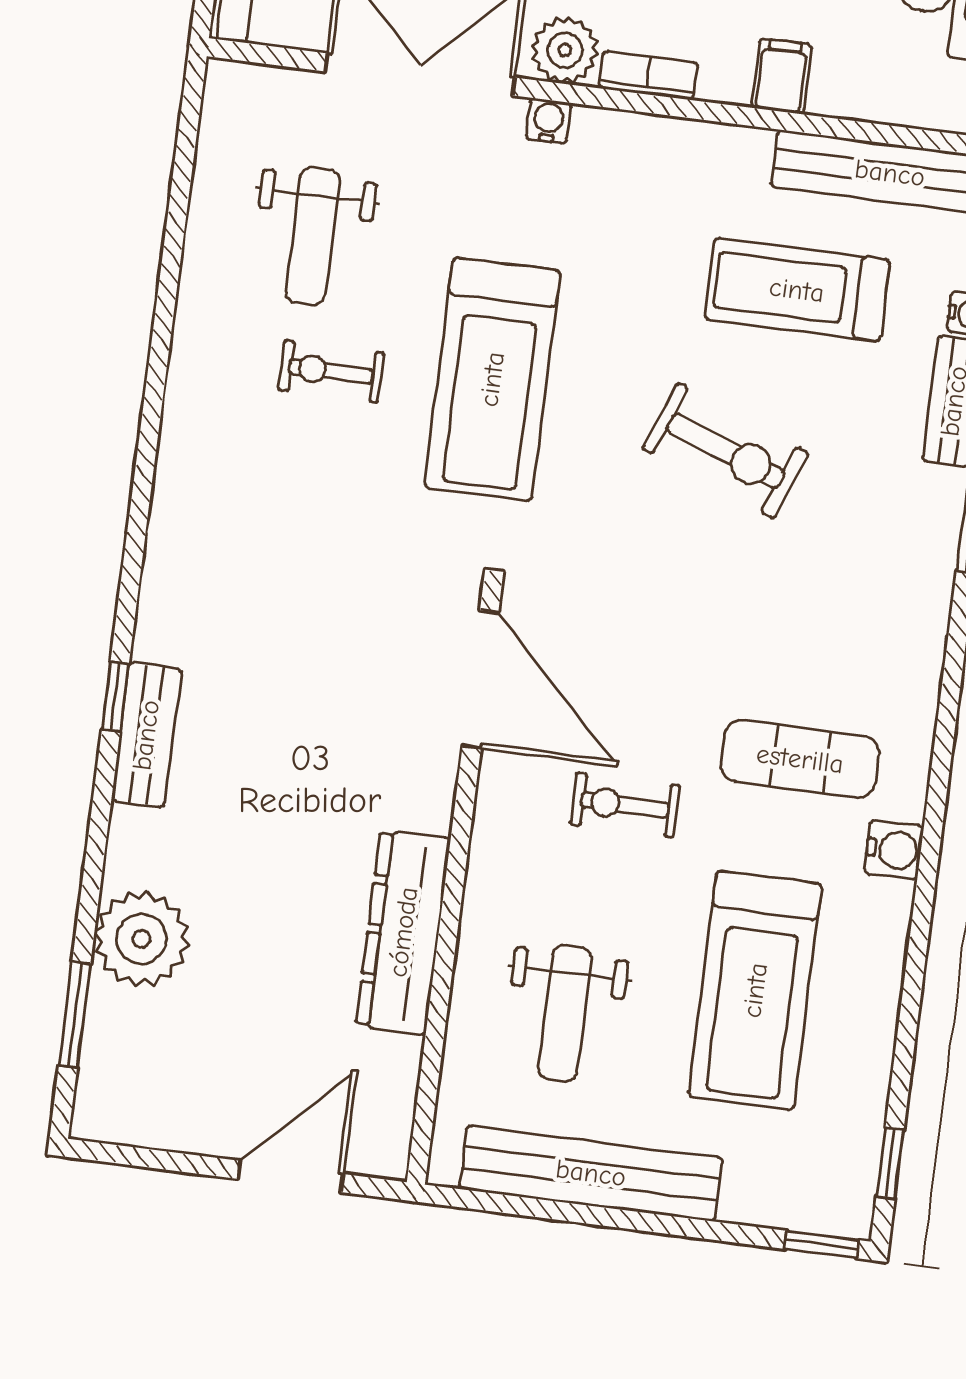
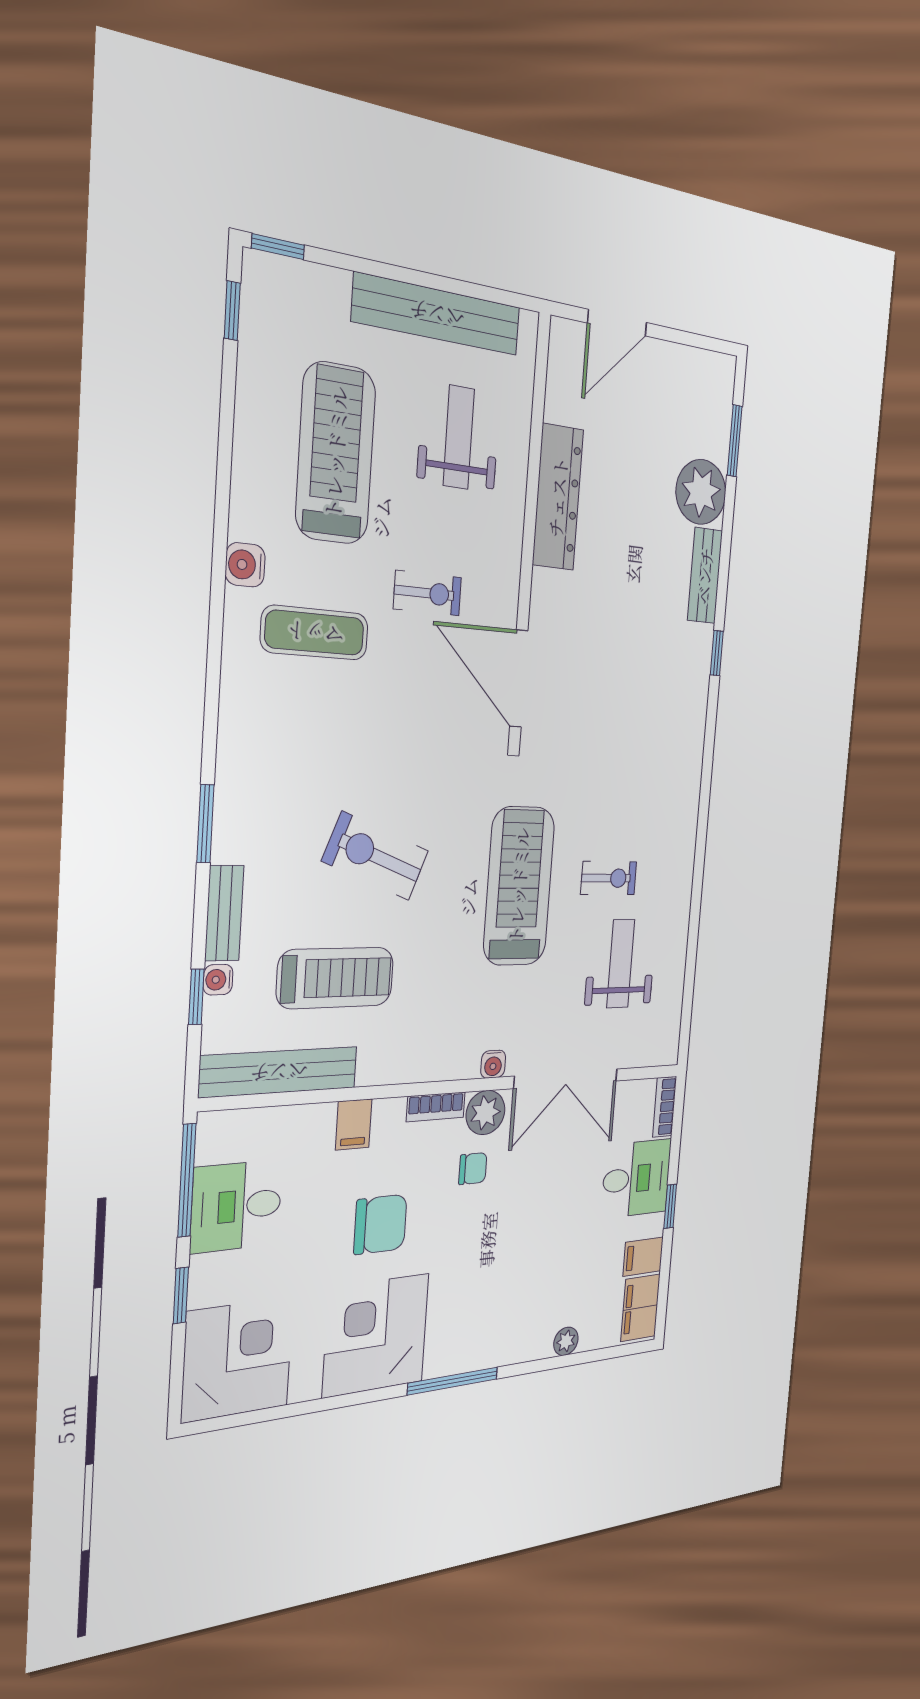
bench: (146, 735) -> (705, 576), moved

